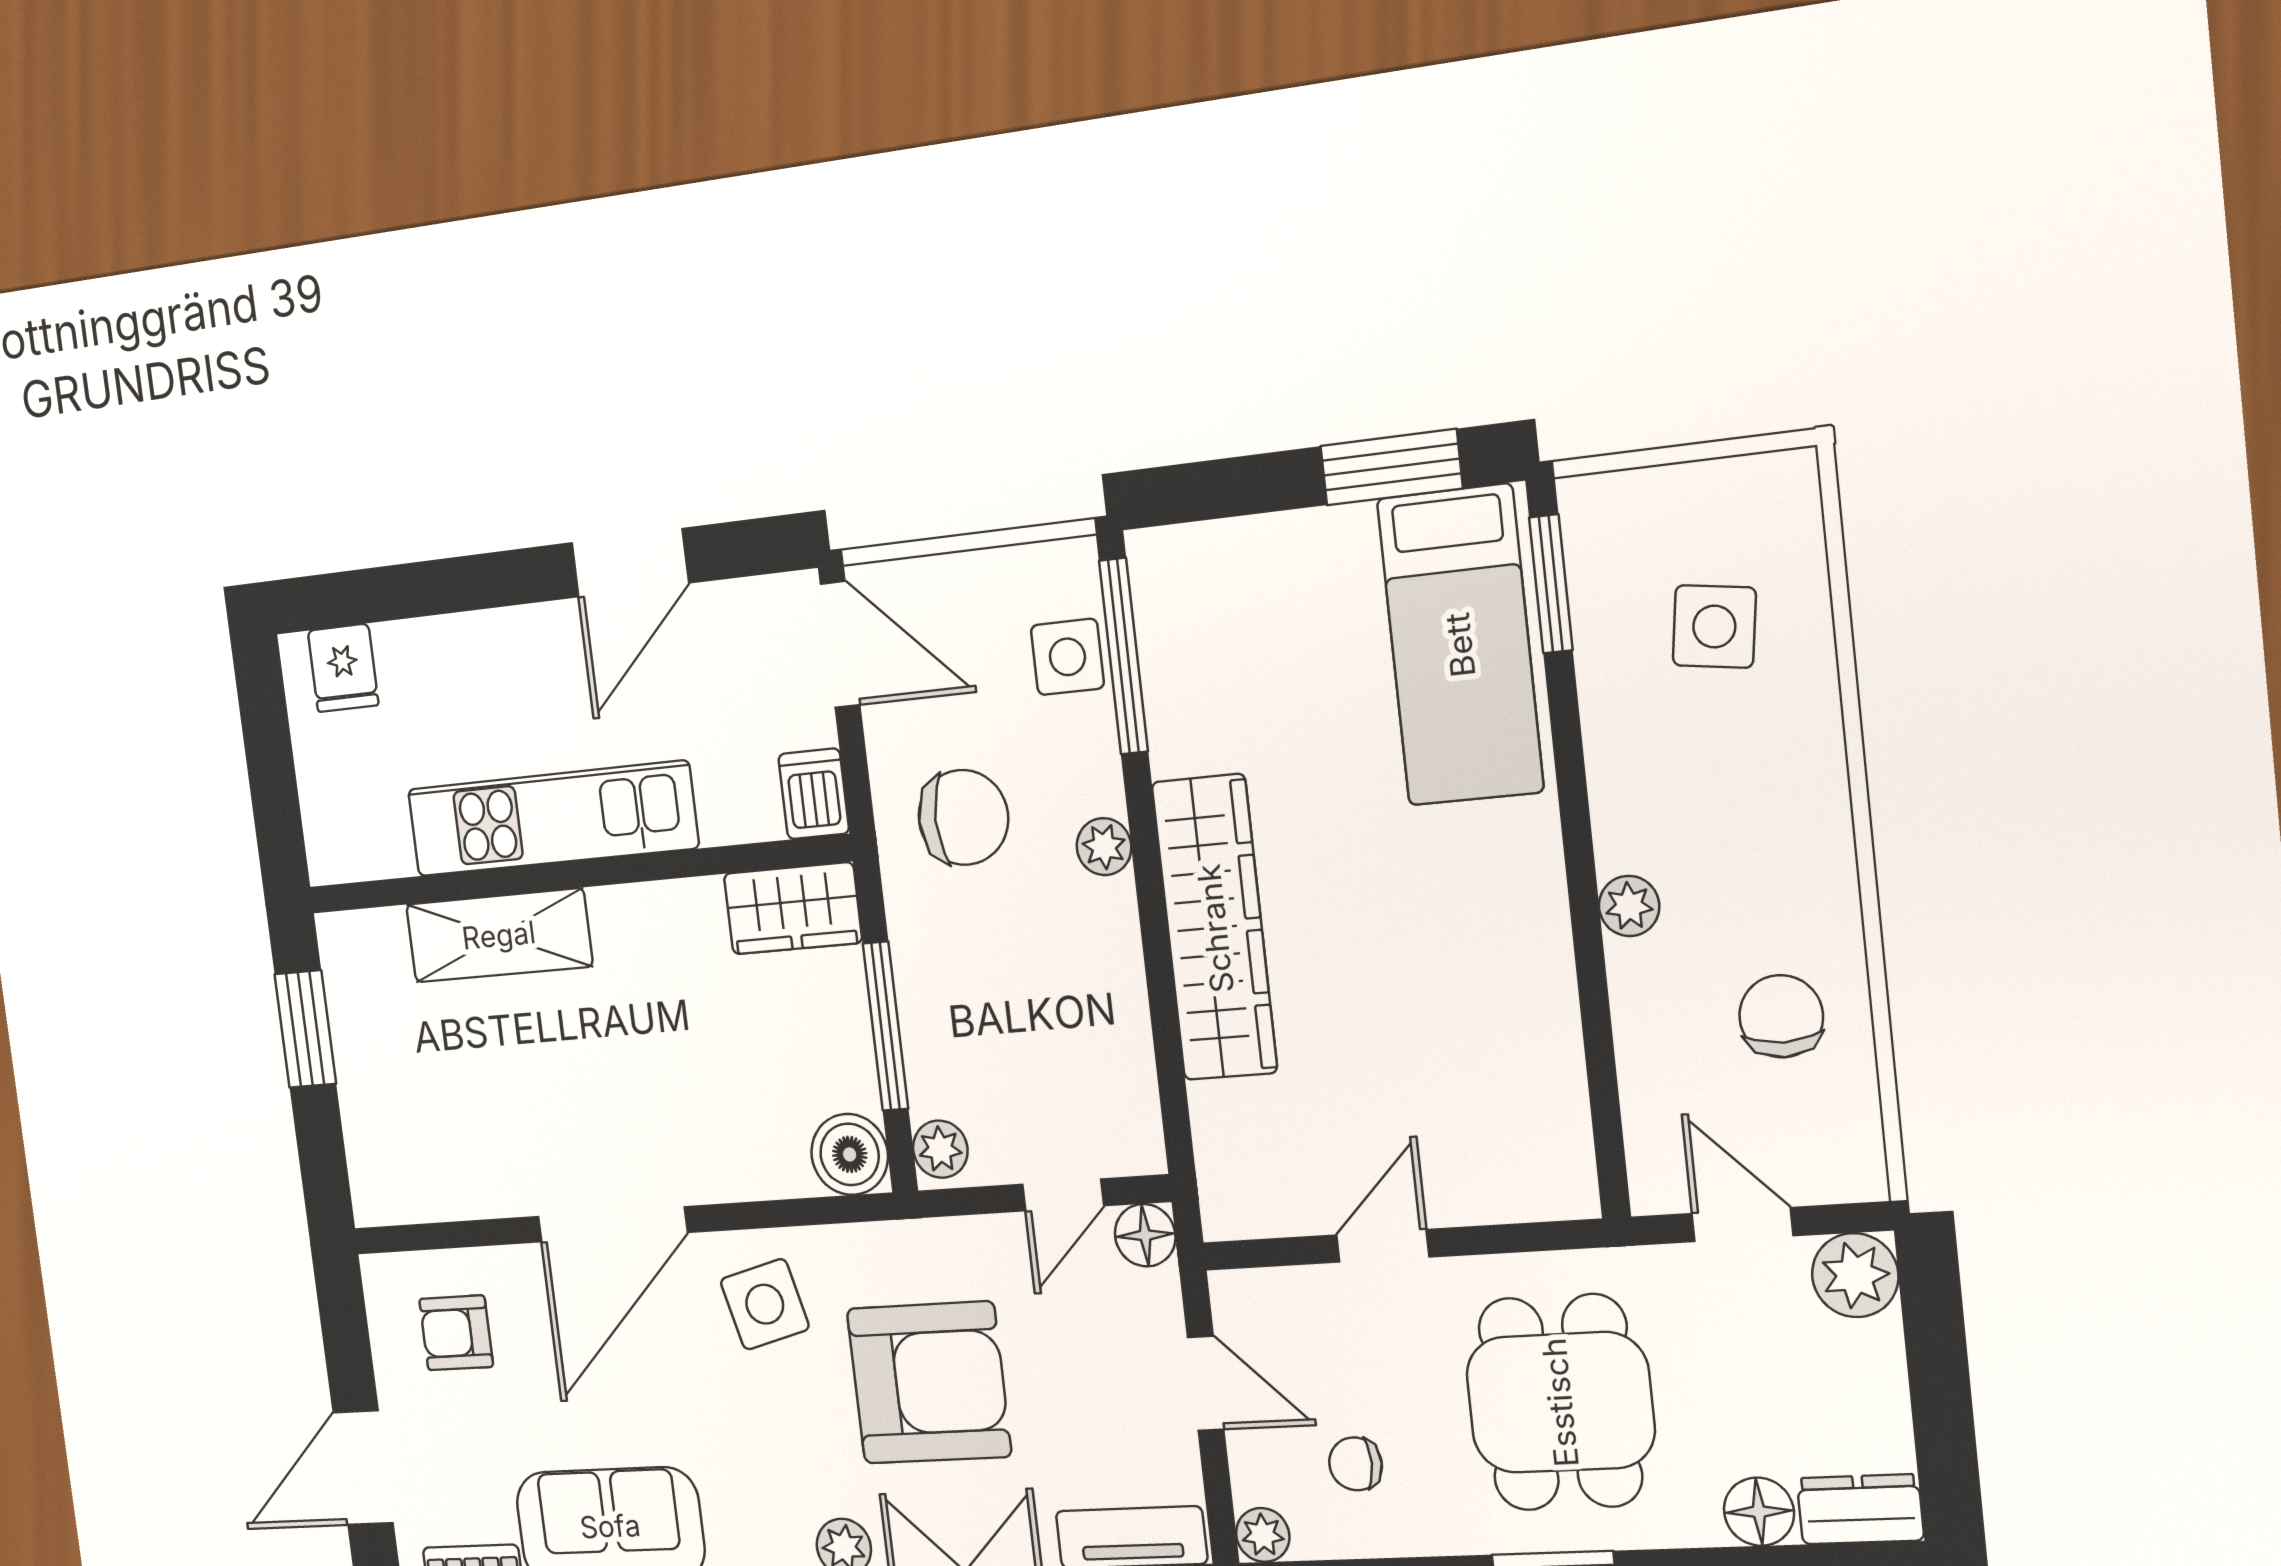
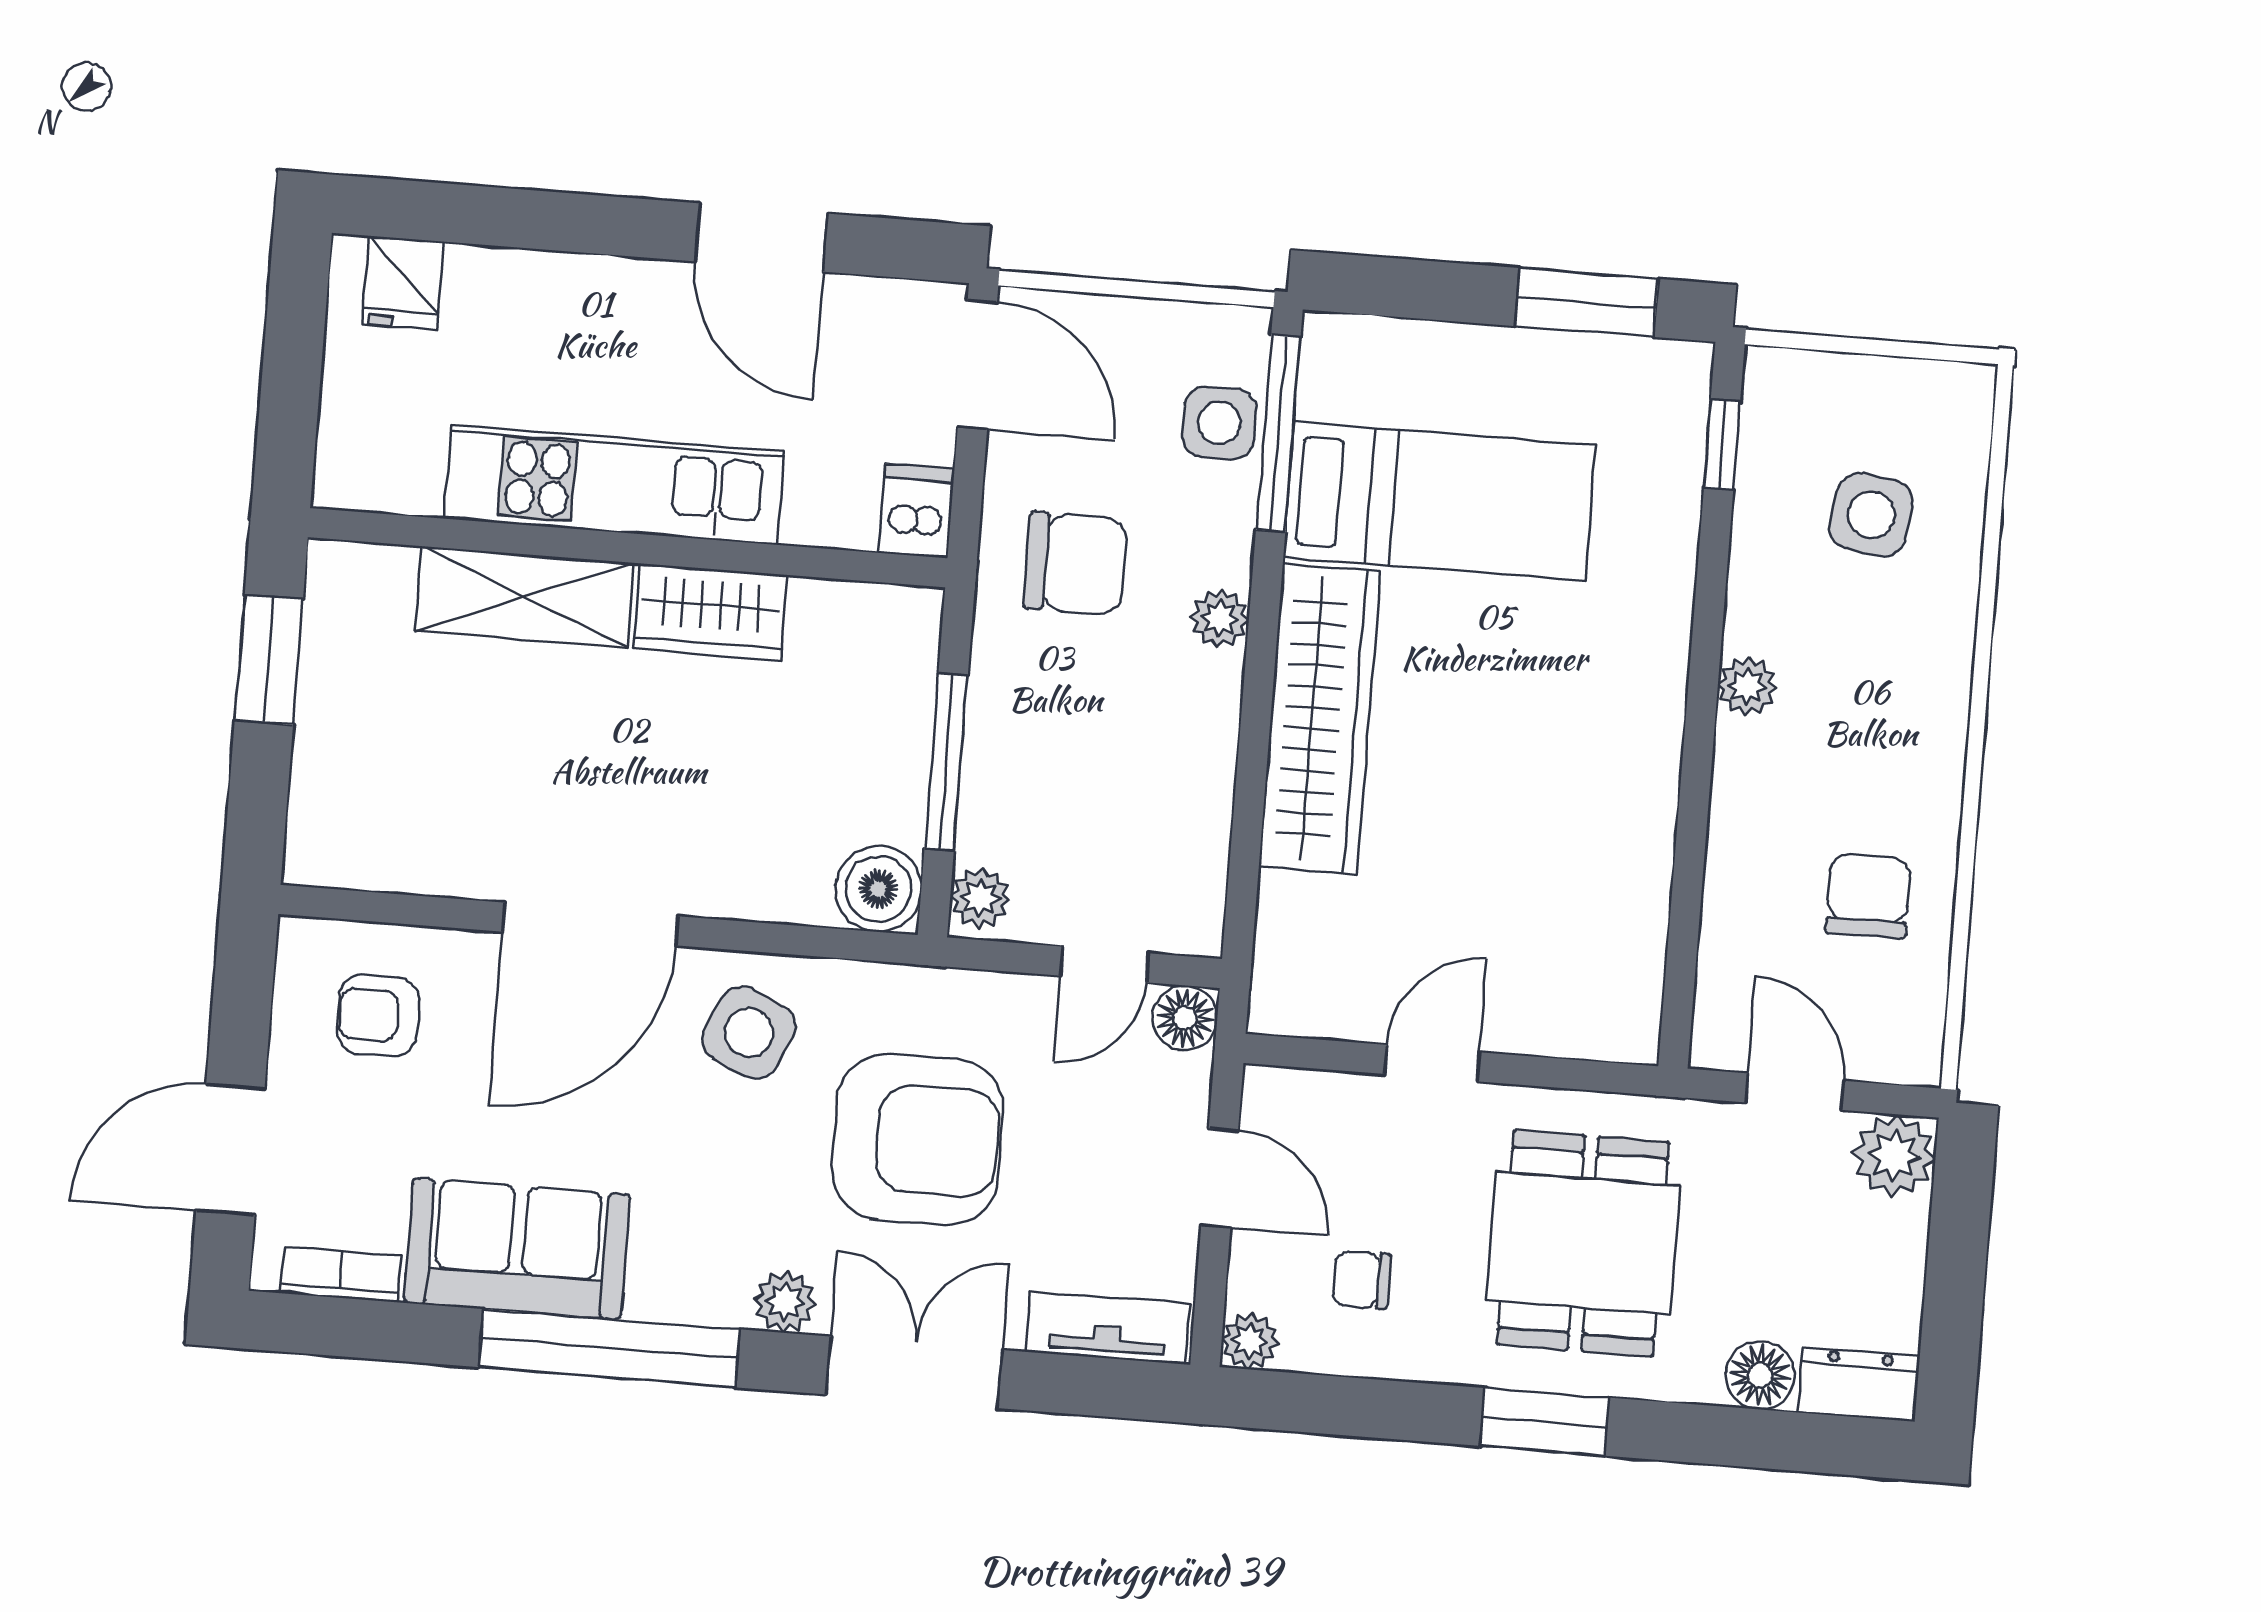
door: (630, 563) -> (761, 238), hinge flipped
window: (1551, 584) -> (1722, 444), width x0.67
bed: (1460, 645) -> (1439, 501), moved, turned -90
plant: (1629, 906) -> (1747, 686), moved
wardrobe: (793, 908) -> (710, 612), moved
side table: (765, 1304) -> (749, 1033), turned 38

